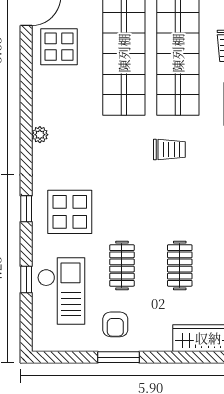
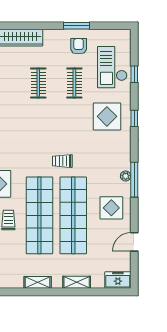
display table: (59, 47) -> (111, 208), moved
window: (26, 111) -> (134, 180), added
plant: (40, 135) -> (126, 176), moved
trolley: (169, 149) -> (62, 161), moved

